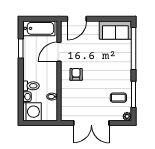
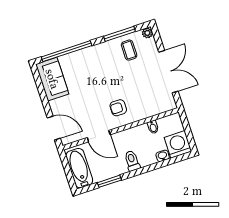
toilet: (31, 86) -> (132, 161), moved

